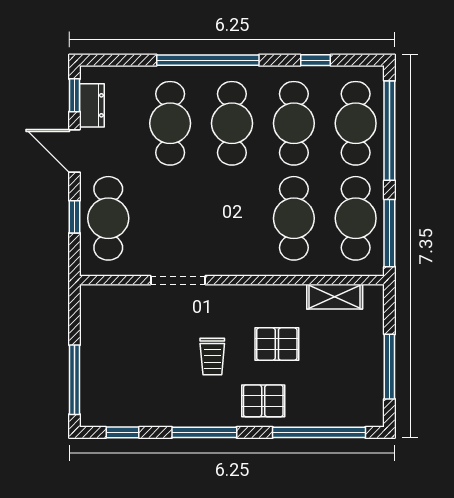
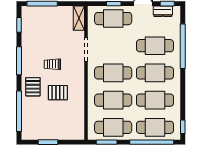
window: (208, 60) -> (183, 46), moved
window: (315, 60) -> (183, 127), moved
cafe table: (232, 218) -> (113, 73), added
window: (389, 233) -> (107, 142), width x0.69
shelving: (335, 297) -> (79, 18), moved
pallet: (277, 344) -> (58, 93), turned 90
window: (389, 367) -> (48, 142), width x0.69

